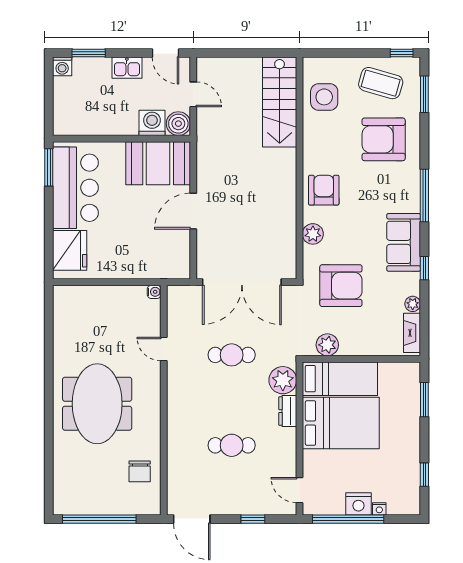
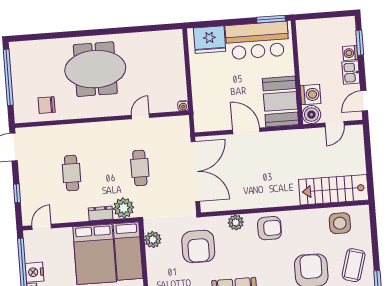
washing machine: (62, 66) -> (350, 53), moved
double door: (242, 282) -> (195, 171), swing flipped

